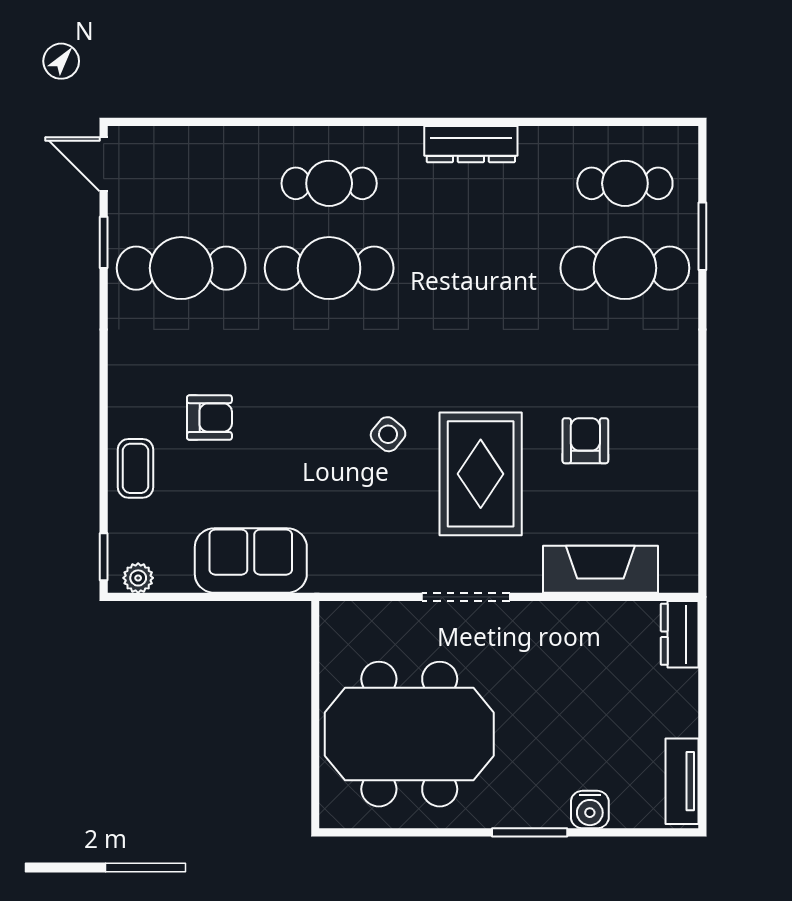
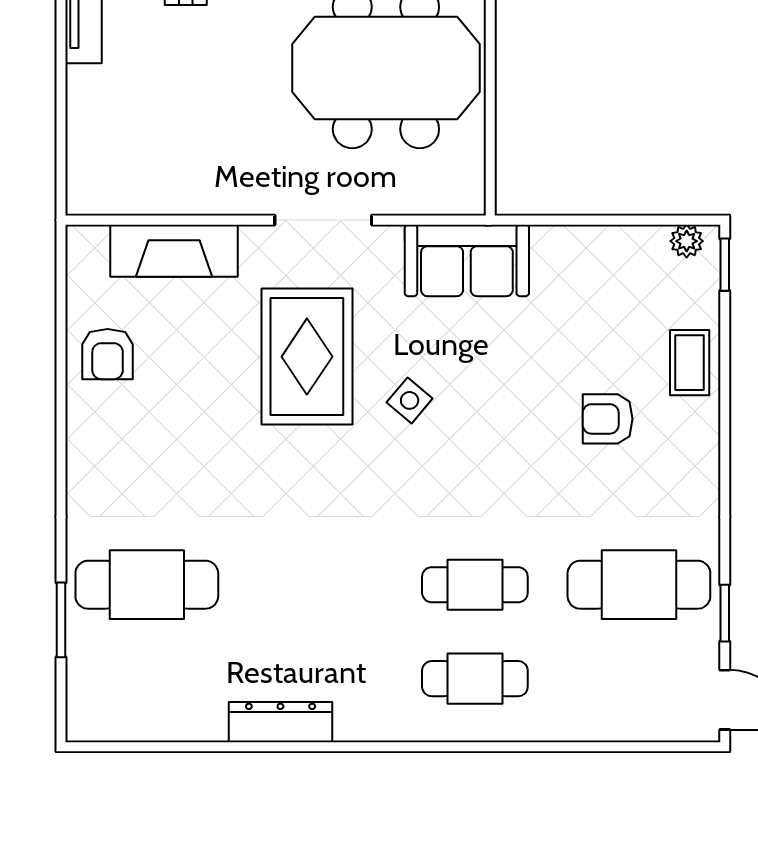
dresser: (471, 144) -> (280, 722), moved
cafe table: (625, 183) -> (147, 679), removed
cafe table: (329, 268) -> (475, 585), width x0.73, depth x0.74
armchair: (585, 441) -> (108, 354), moved
sofa: (251, 561) -> (467, 260), moved
dresser: (680, 634) -> (86, 179), removed

